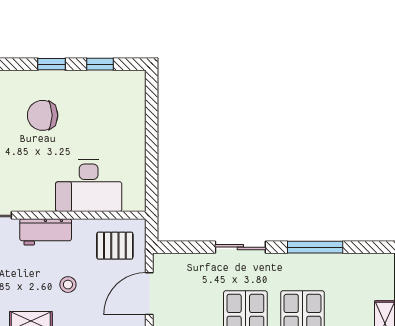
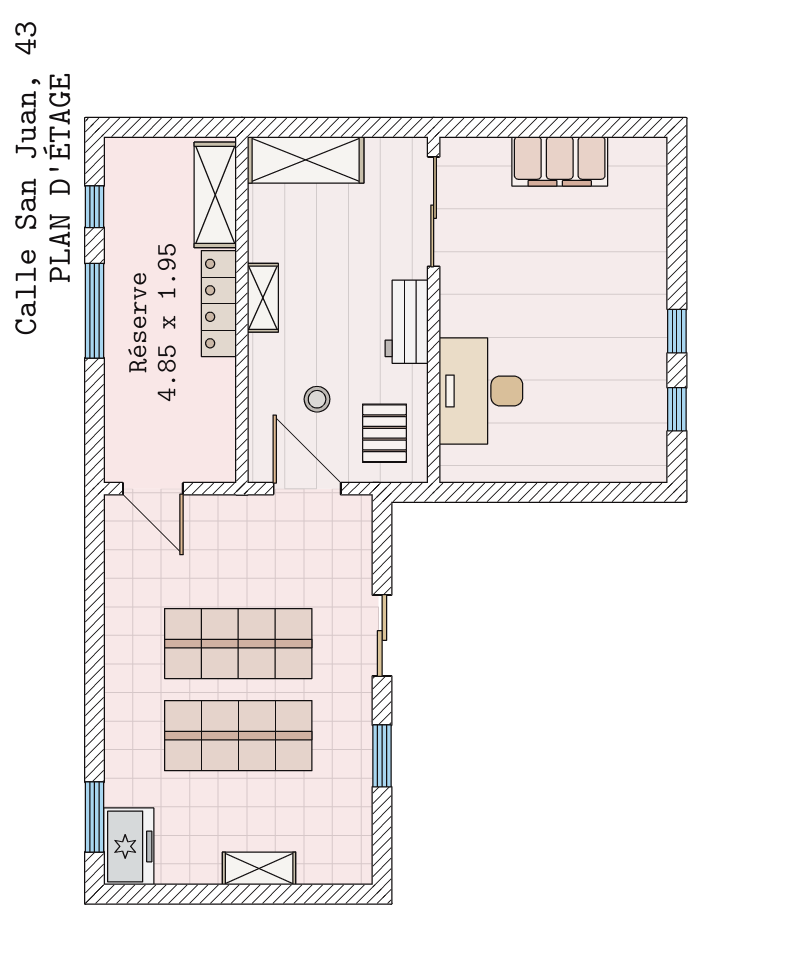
chair: (43, 115) -> (594, 317), removed
window: (315, 247) -> (382, 756), width x0.69
stool: (68, 285) -> (317, 399), moved

